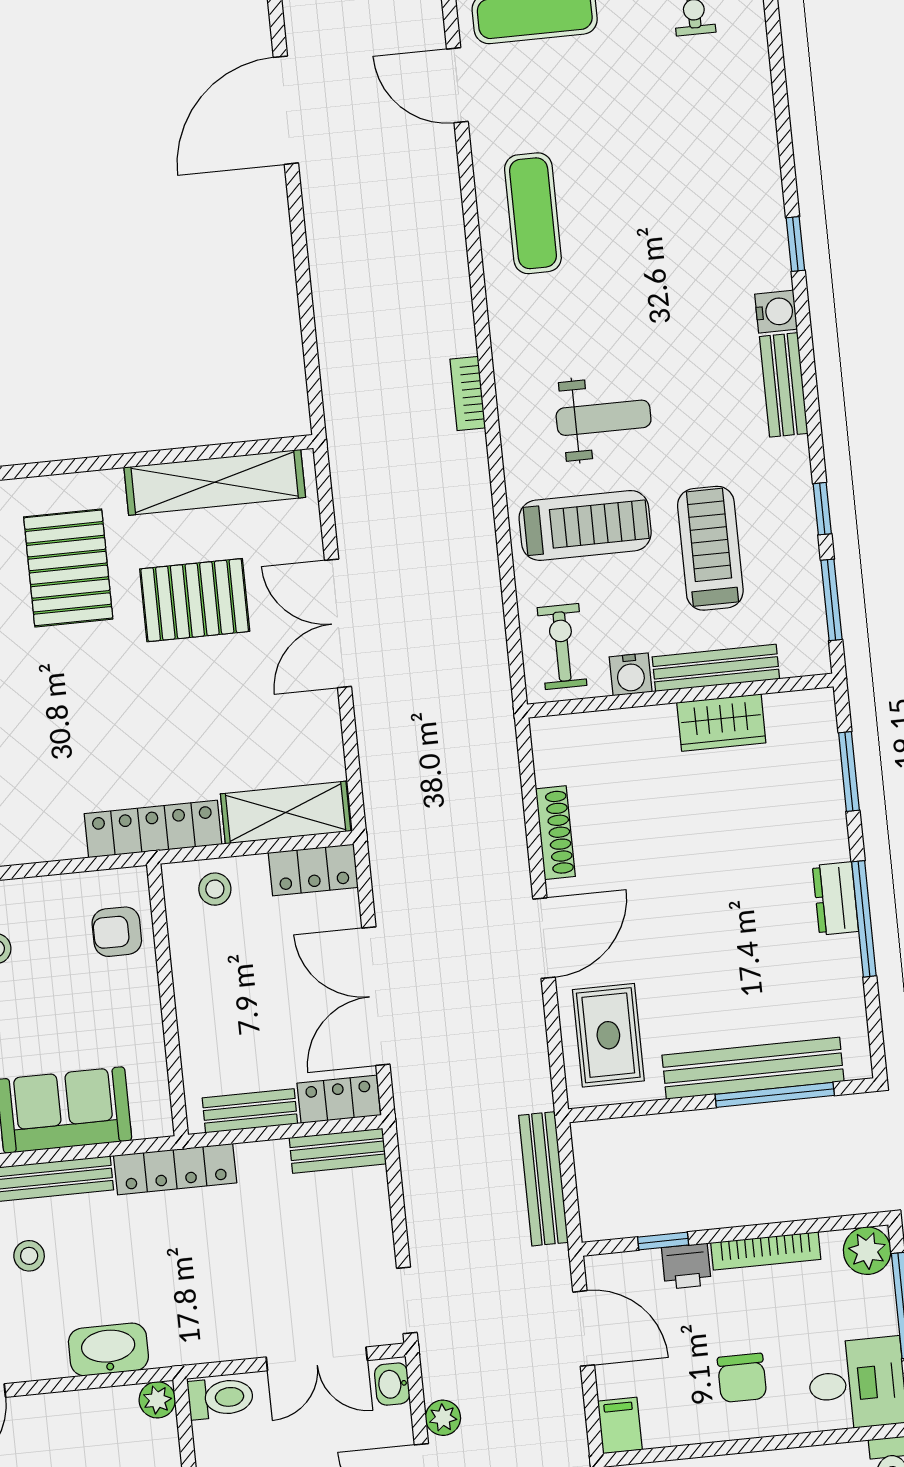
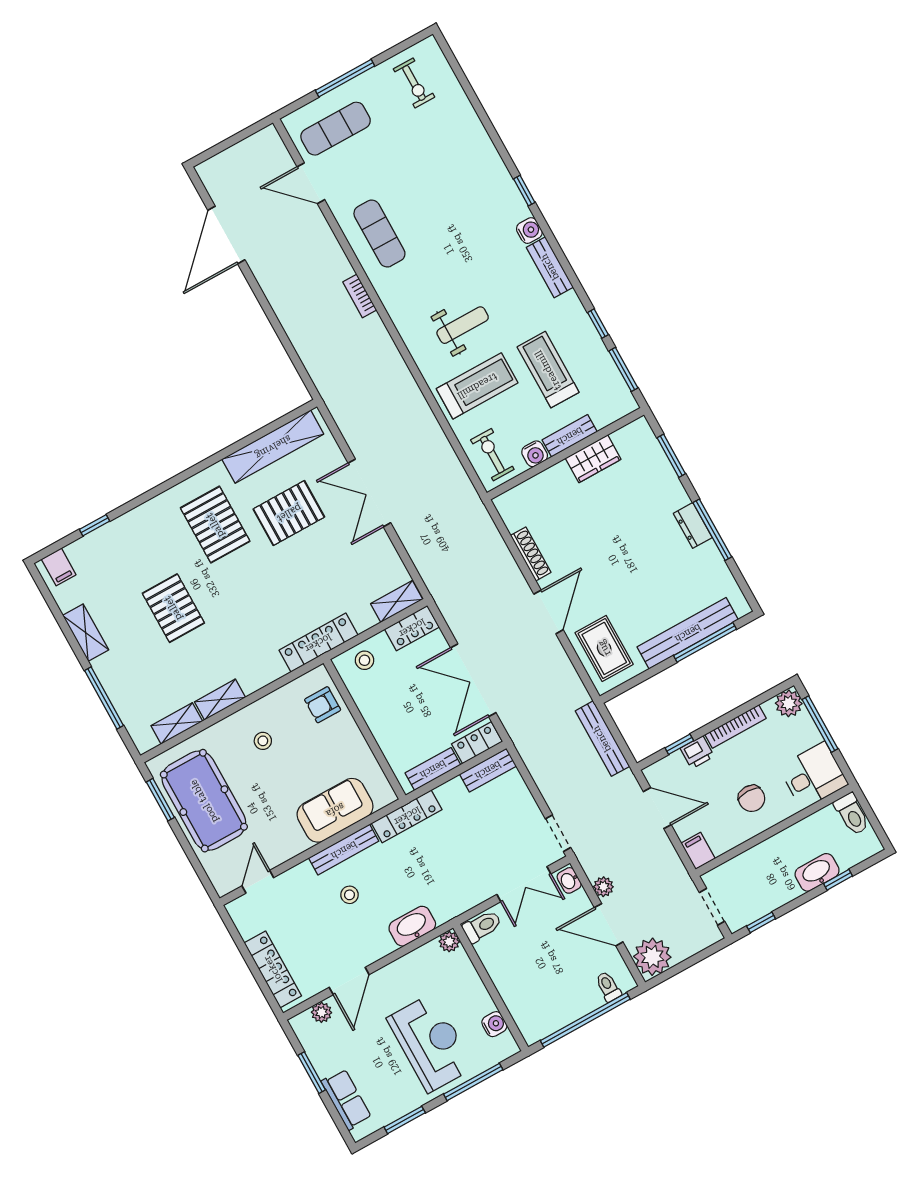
bookcase: (468, 394) -> (360, 296), moved
bench: (716, 668) -> (570, 436), width x0.73
shelving: (286, 813) -> (397, 601), width x0.67, depth x0.75

